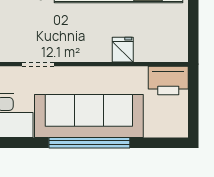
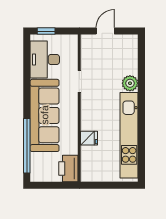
window: (89, 143) -> (27, 146), moved

